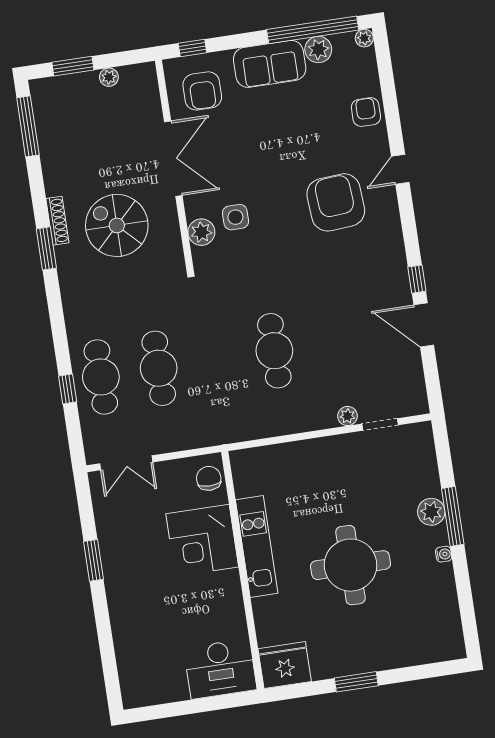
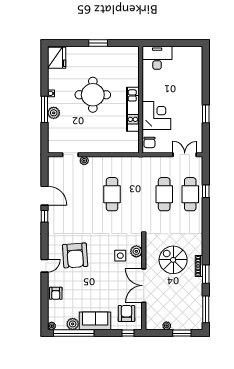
spiral stairs: (117, 225) -> (173, 260), turned 180
window: (46, 248) -> (206, 274), moved
fridge: (285, 665) -> (57, 58), moved, turned -90

